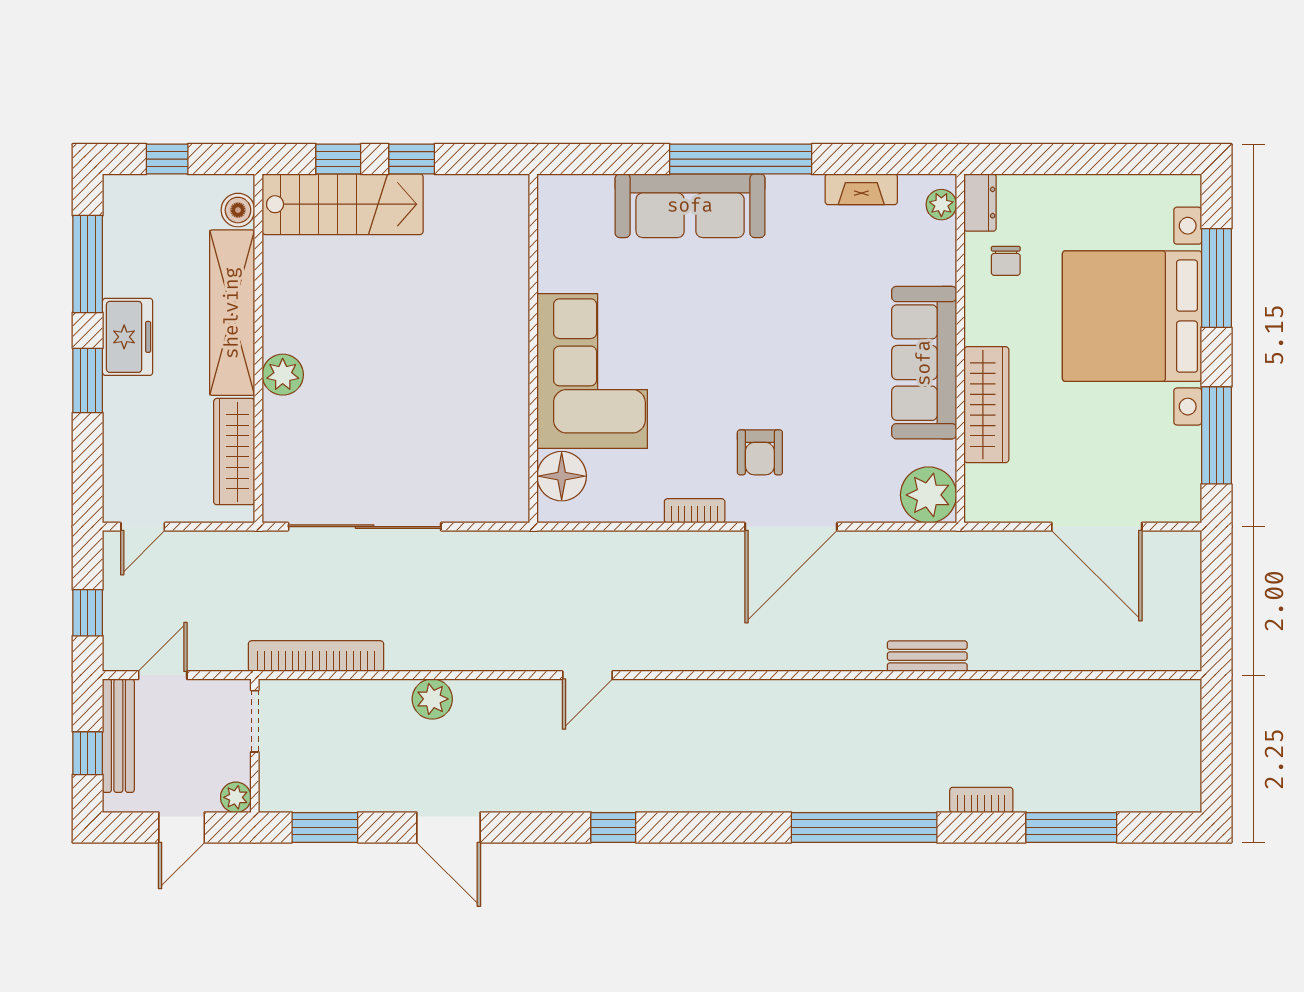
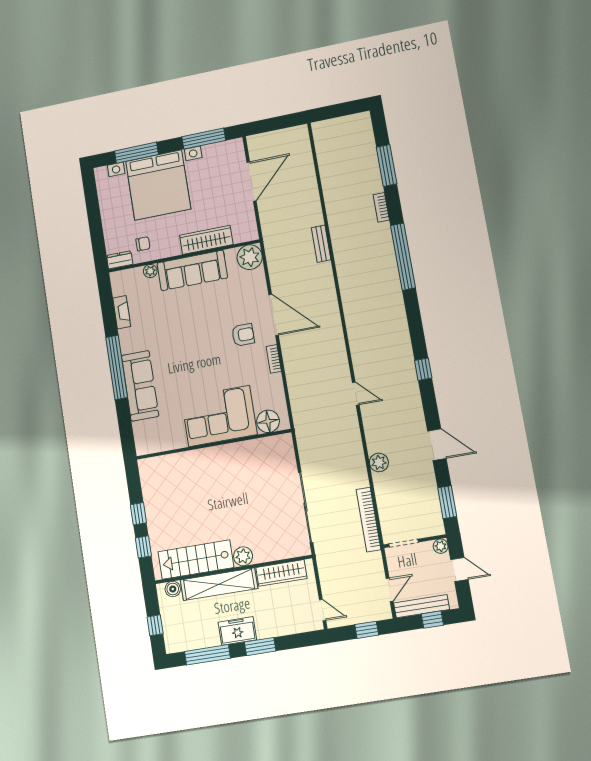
stairs: (343, 204) -> (196, 560), moved, turned -90
plant: (941, 205) -> (150, 271), moved
door: (163, 675) -> (390, 590), swing flipped
door: (449, 827) -> (437, 445), hinge flipped

